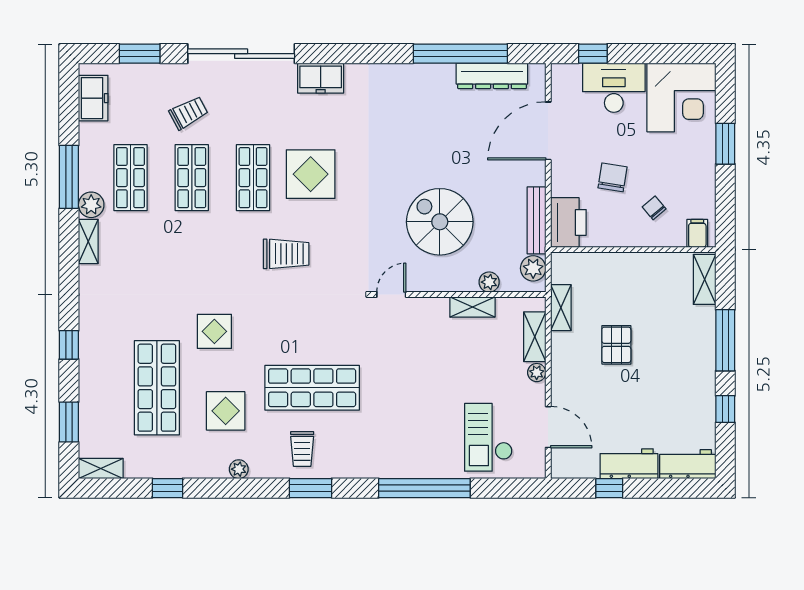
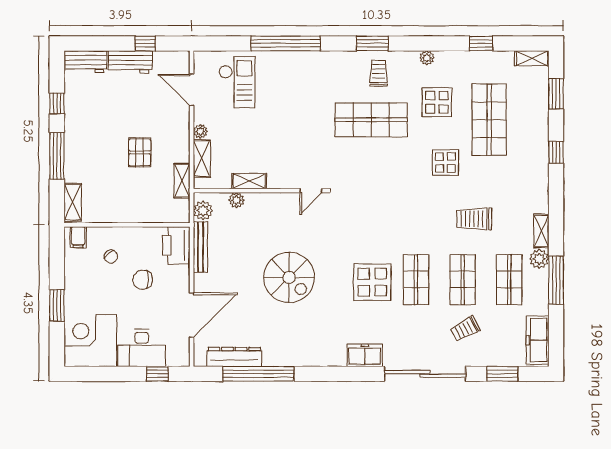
freezer: (93, 98) -> (538, 340), width x1.40
chair: (612, 177) -> (143, 280), turned 81
spiral stairs: (440, 222) -> (289, 277), moved
trolley: (286, 254) -> (474, 219), moved

